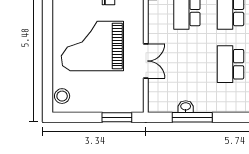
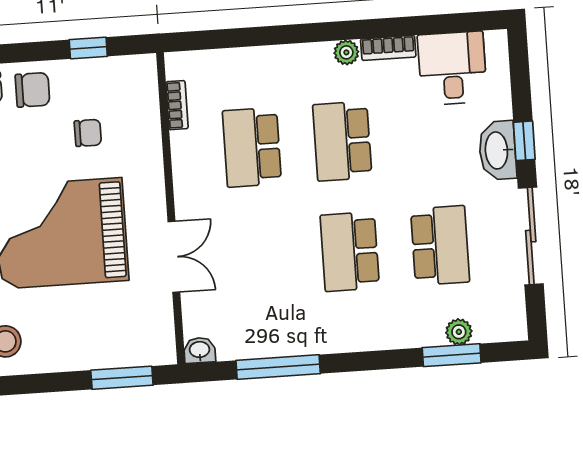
washbasin: (186, 107) -> (200, 350), moved

